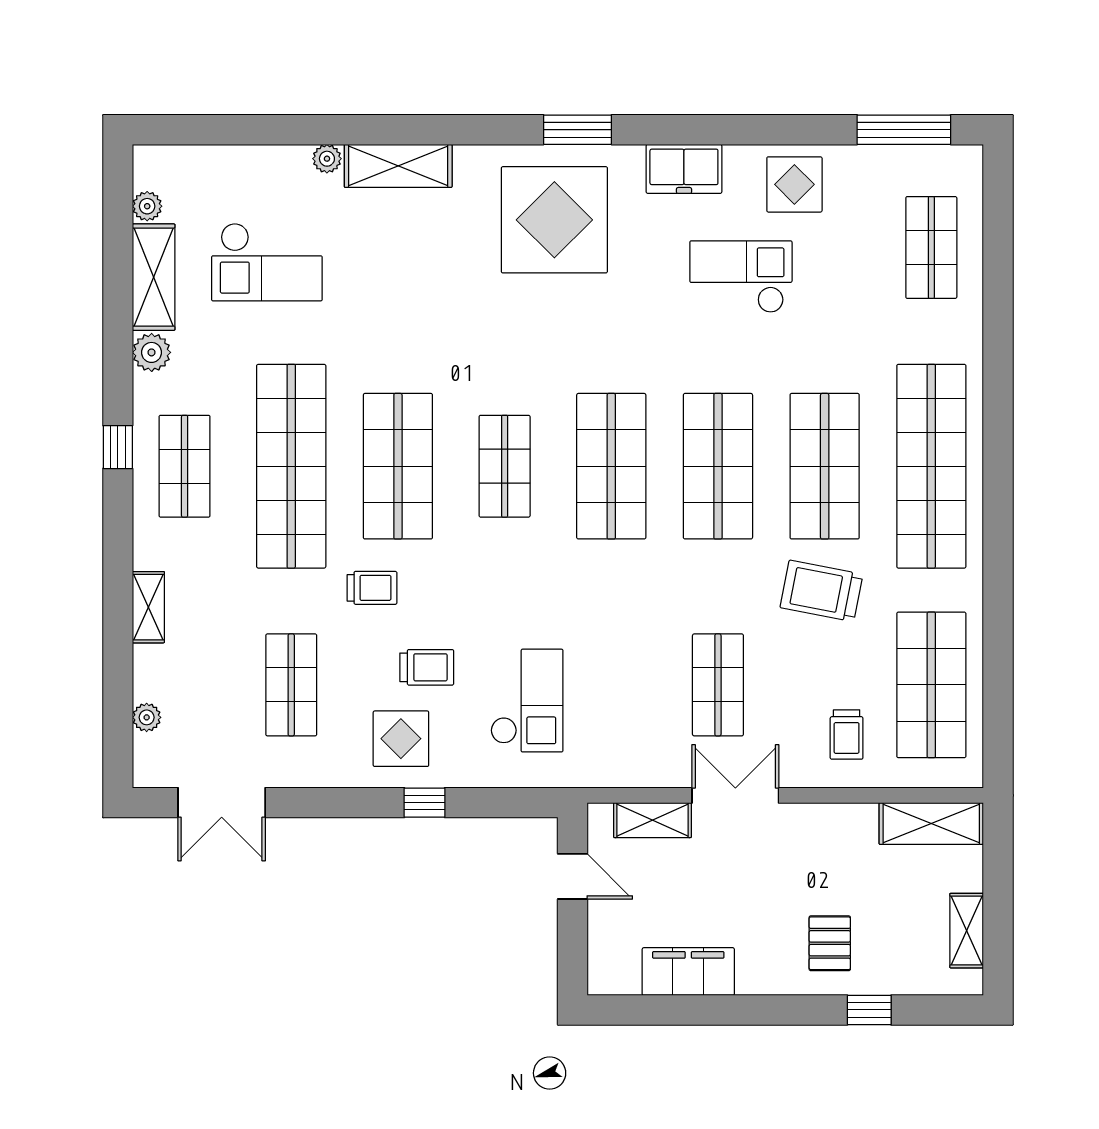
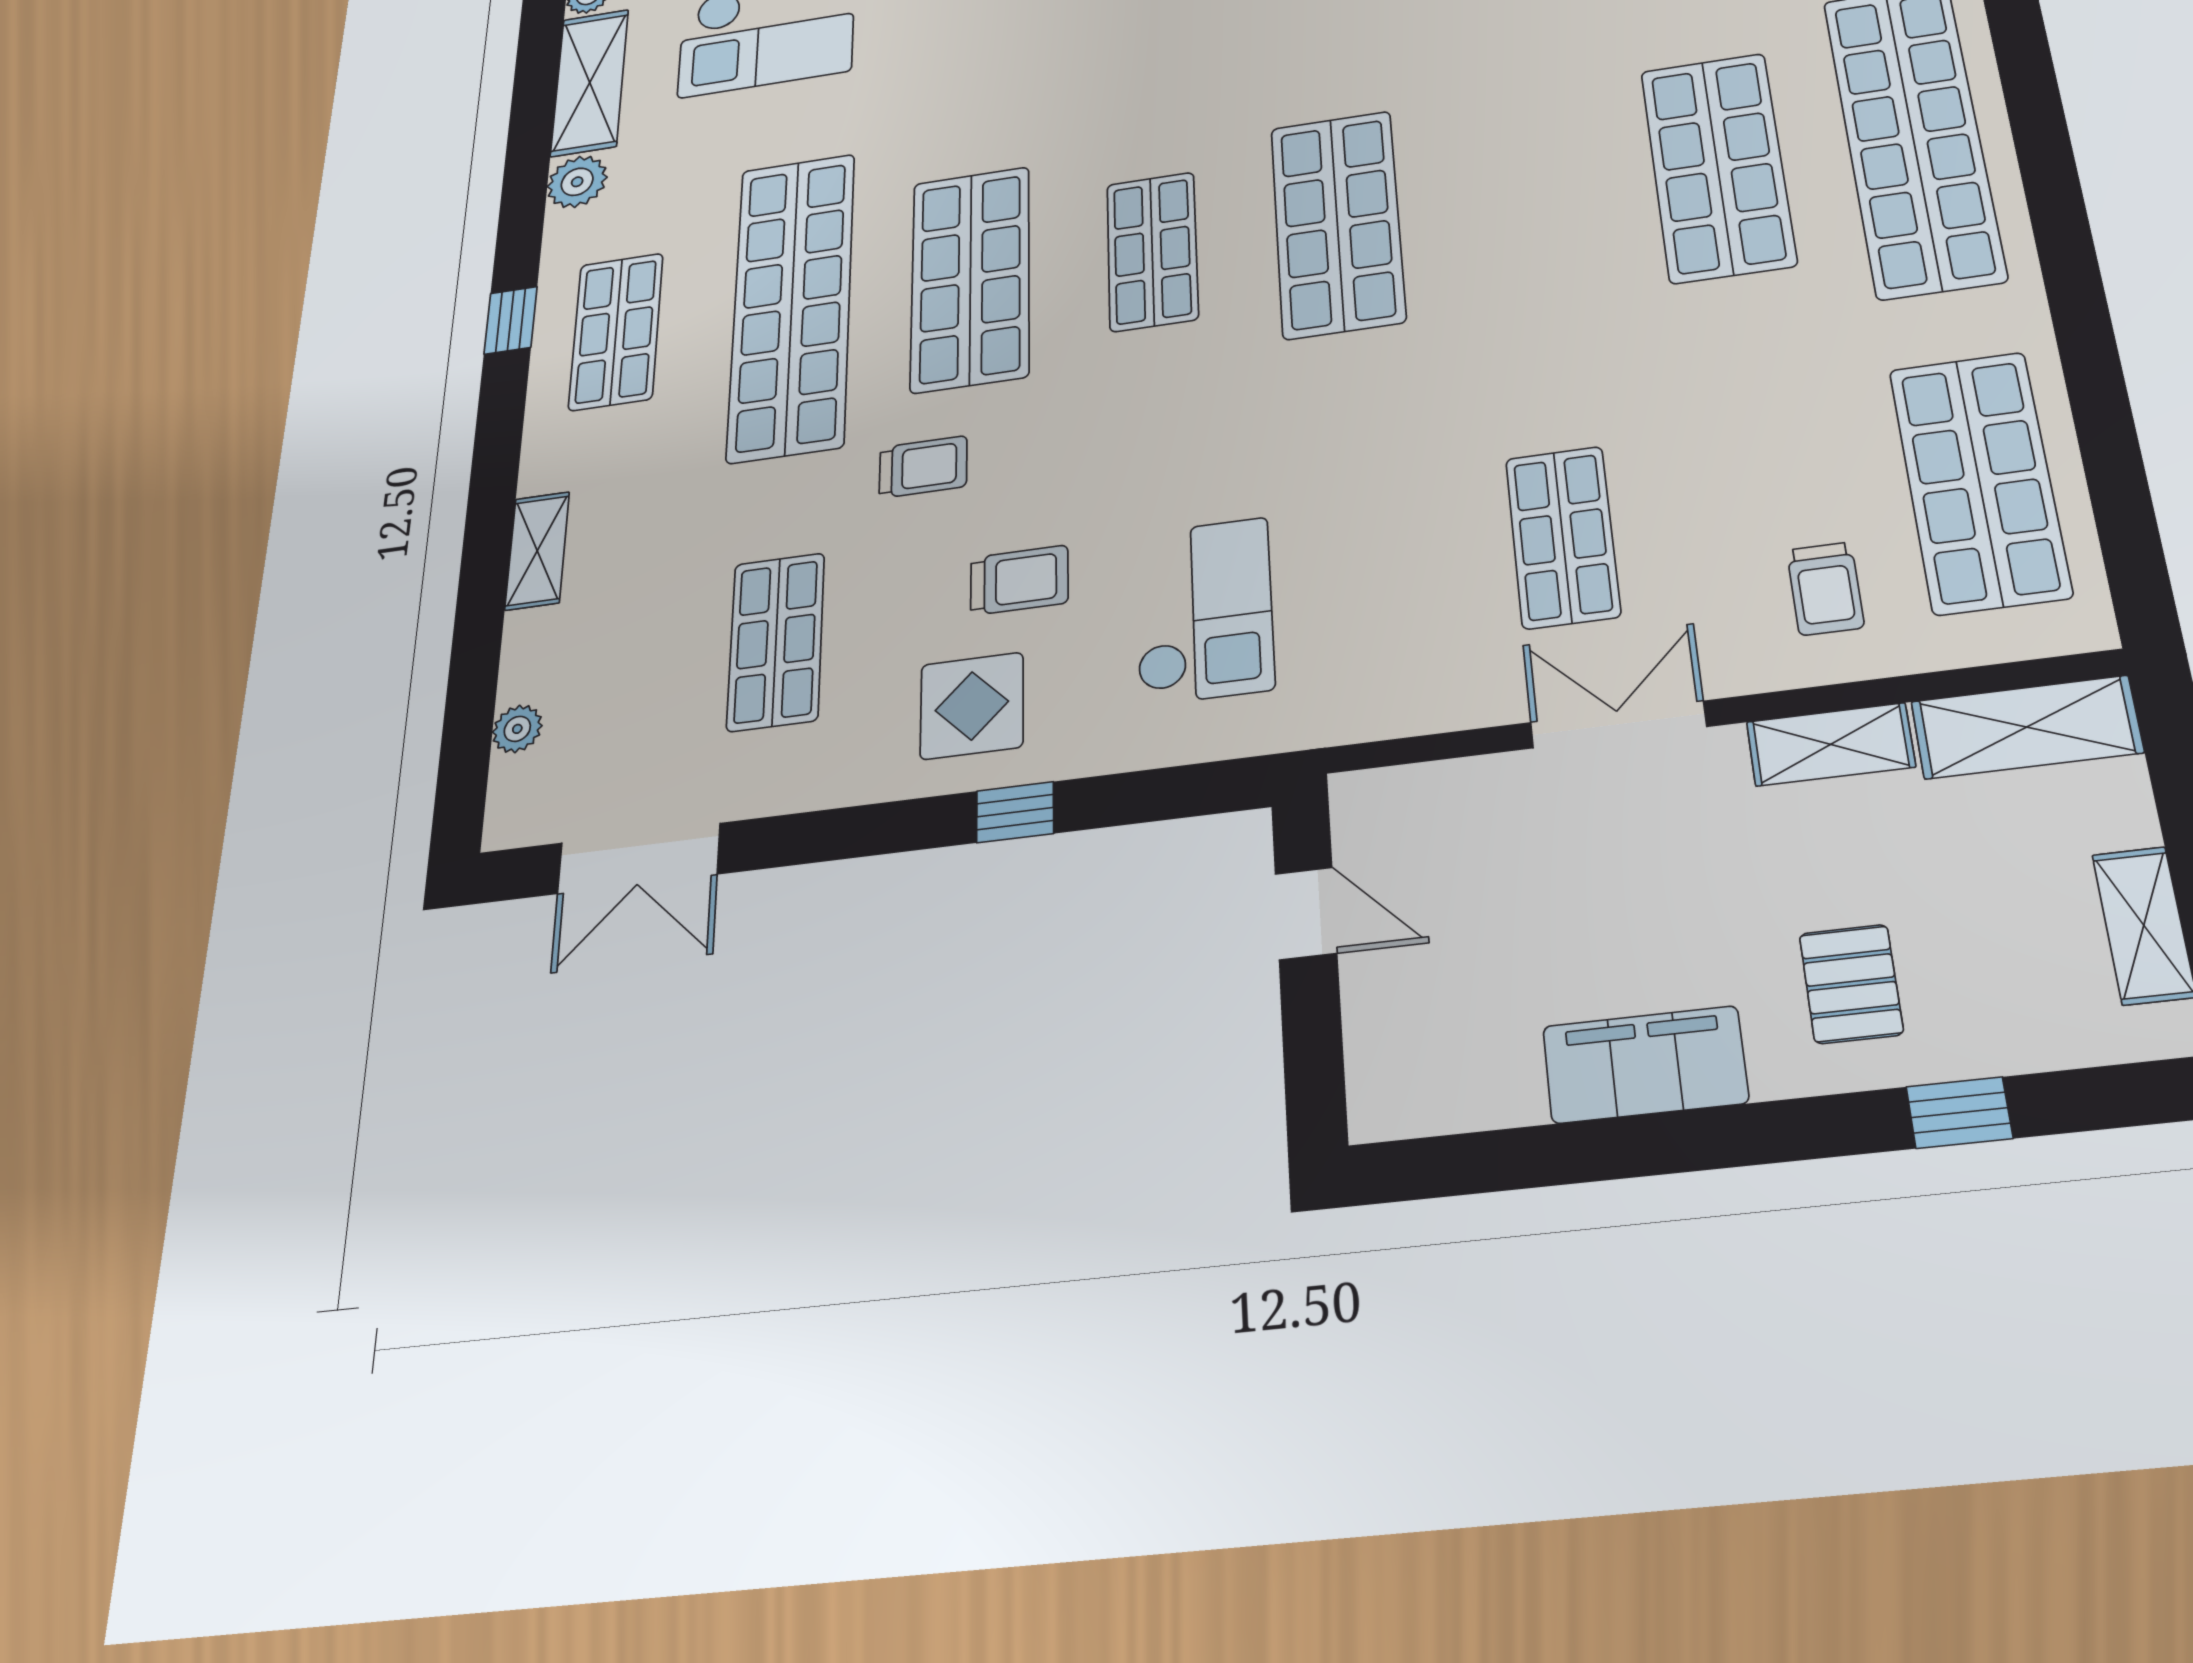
shop shelf: (718, 466) -> (1526, 196), removed
trolley: (821, 591) -> (1740, 357), removed
shelving: (652, 820) -> (1831, 744), moved
filing cabinet: (688, 972) -> (1645, 1065), moved

